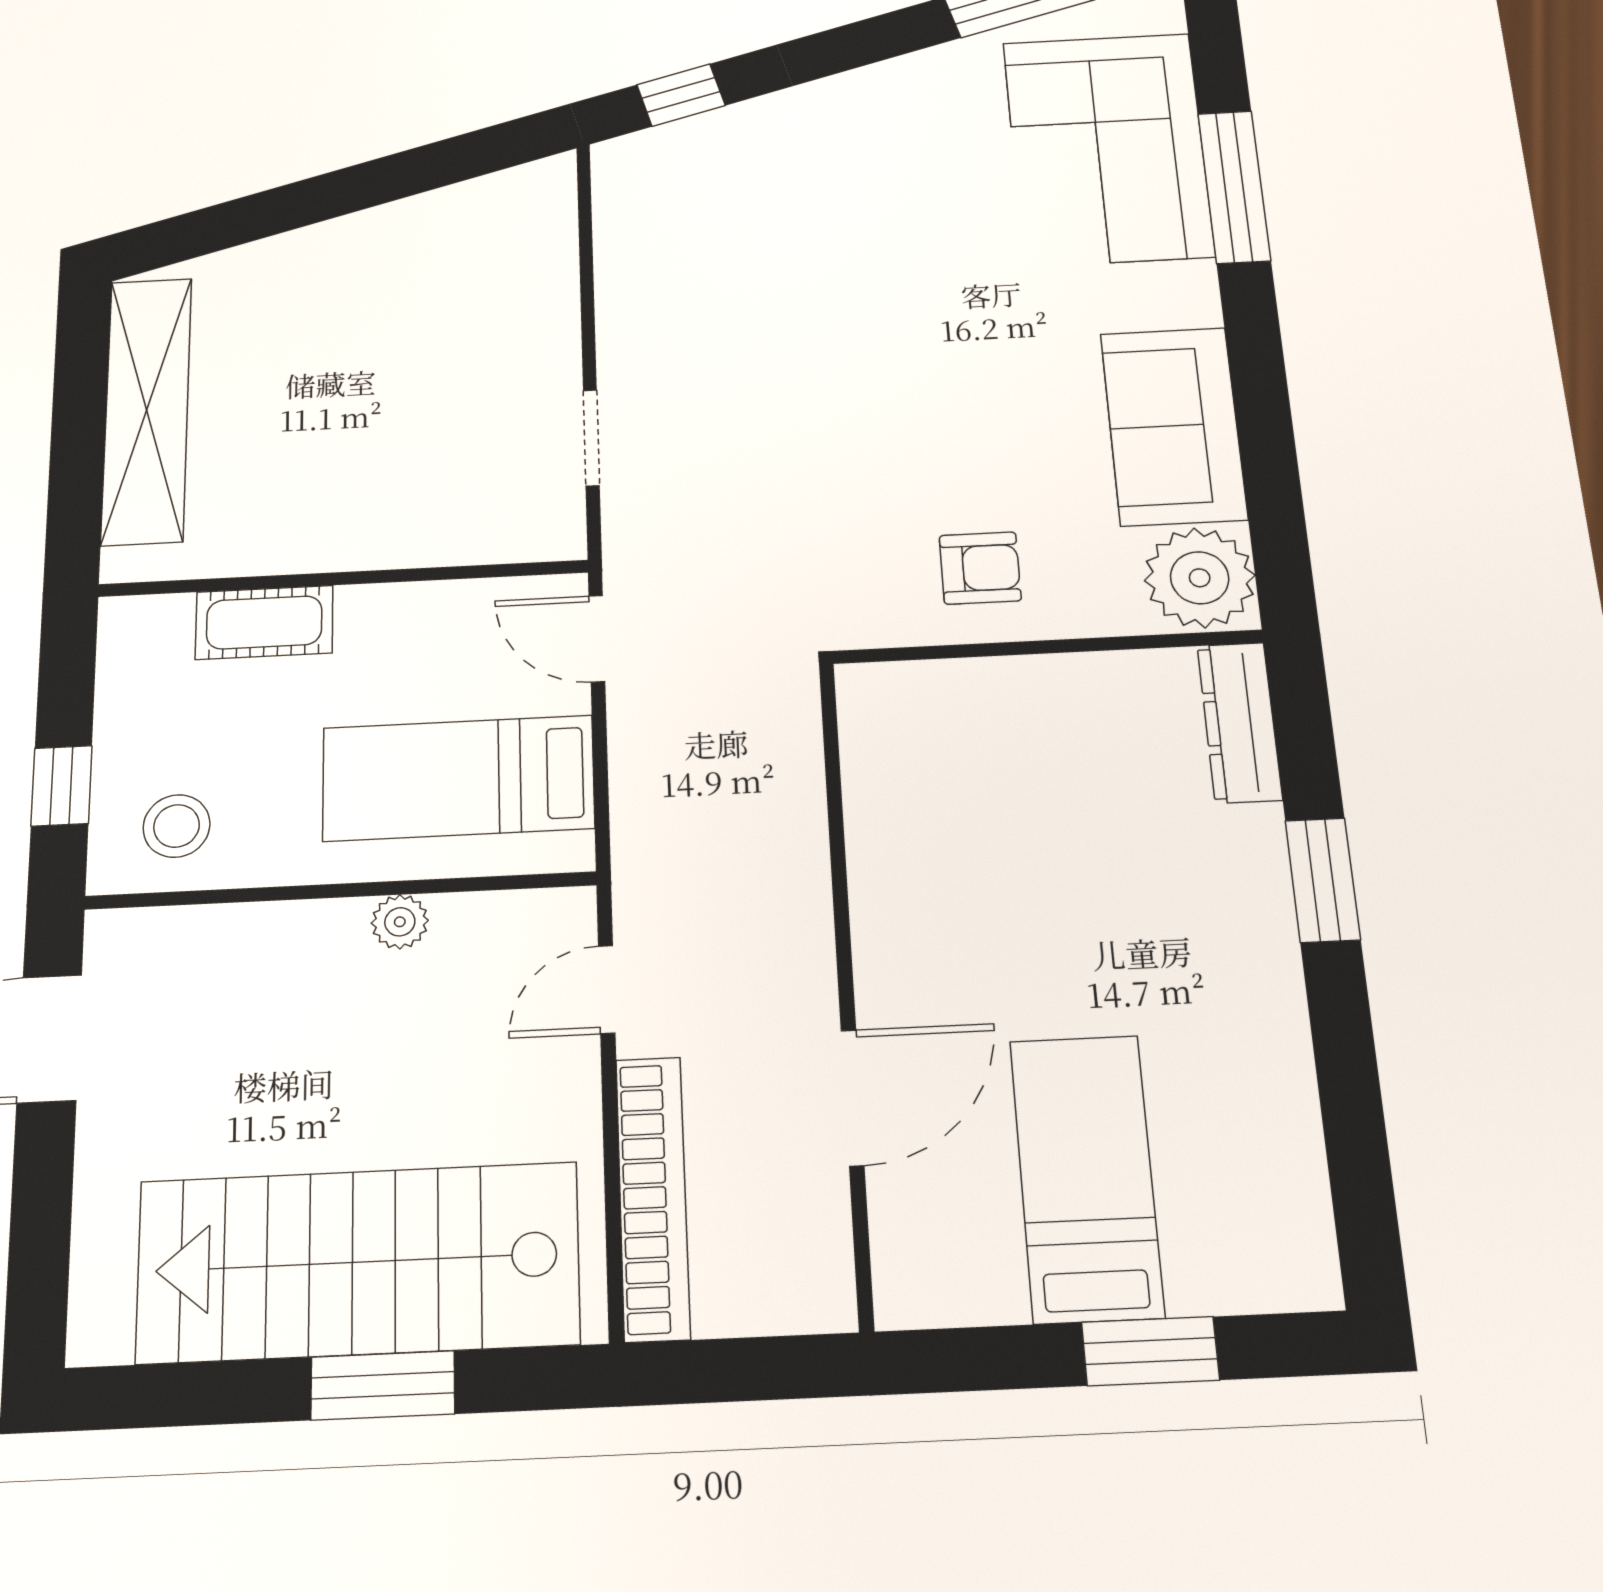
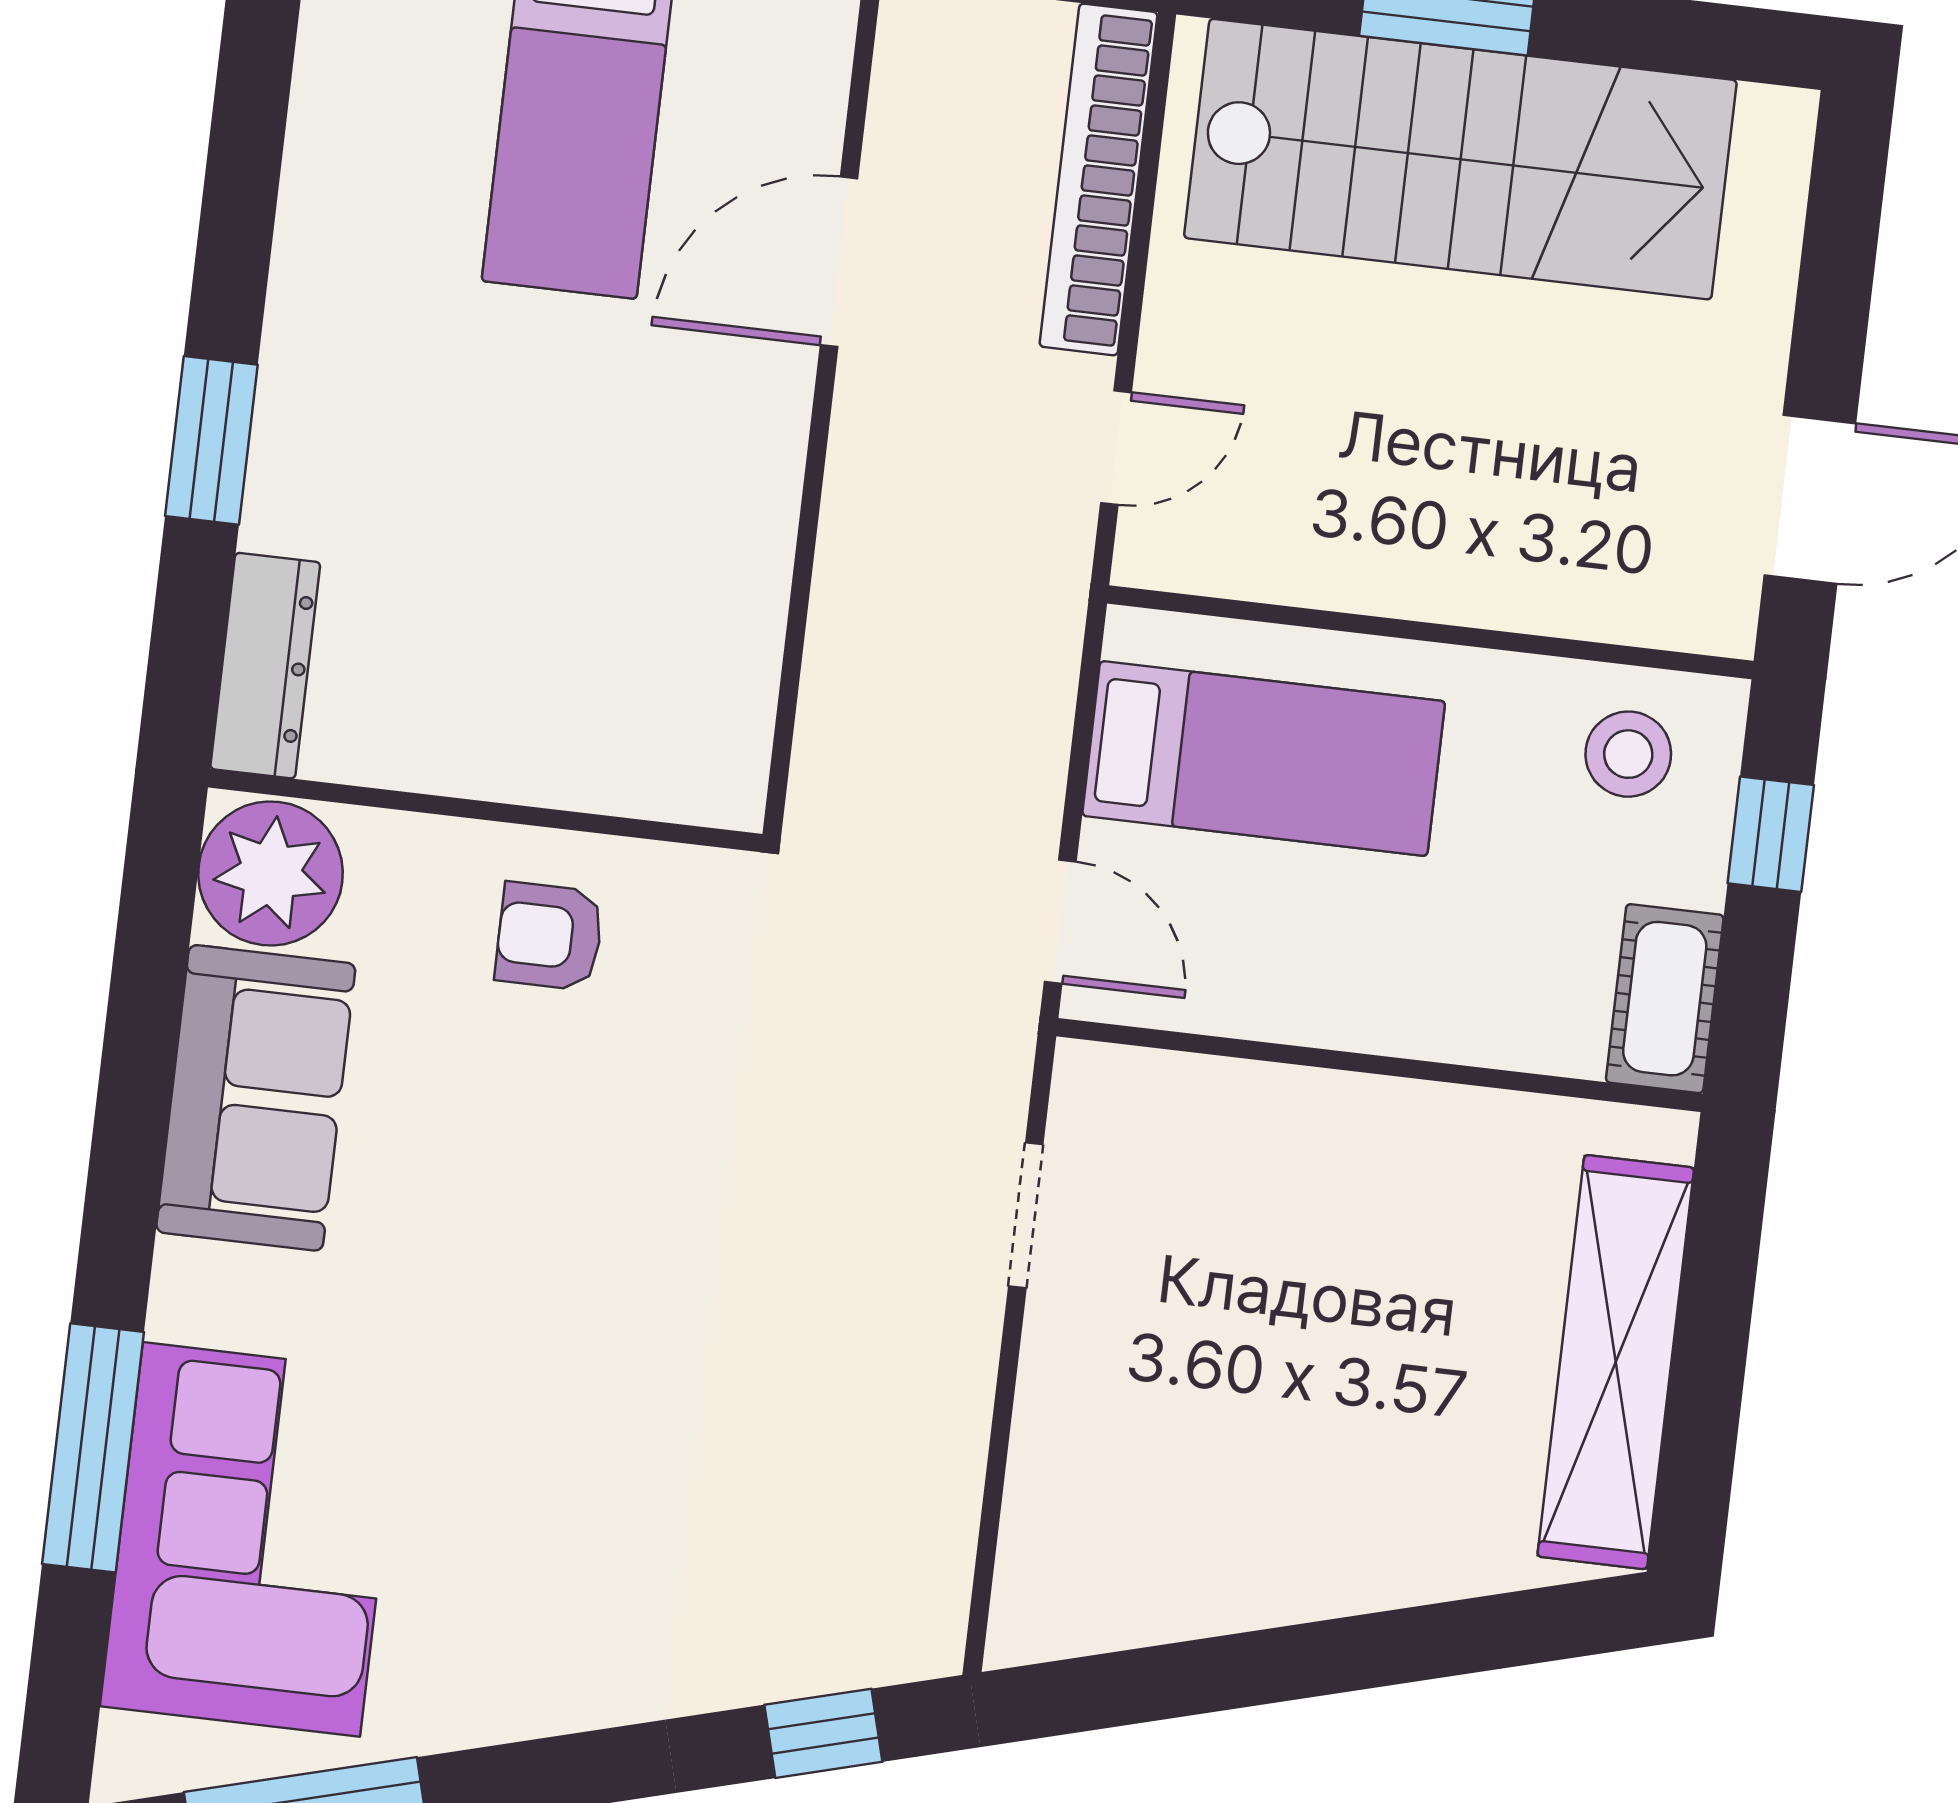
cot: (264, 622) -> (1665, 999), moved, turned 90
plant: (400, 922) -> (1360, 578), removed

